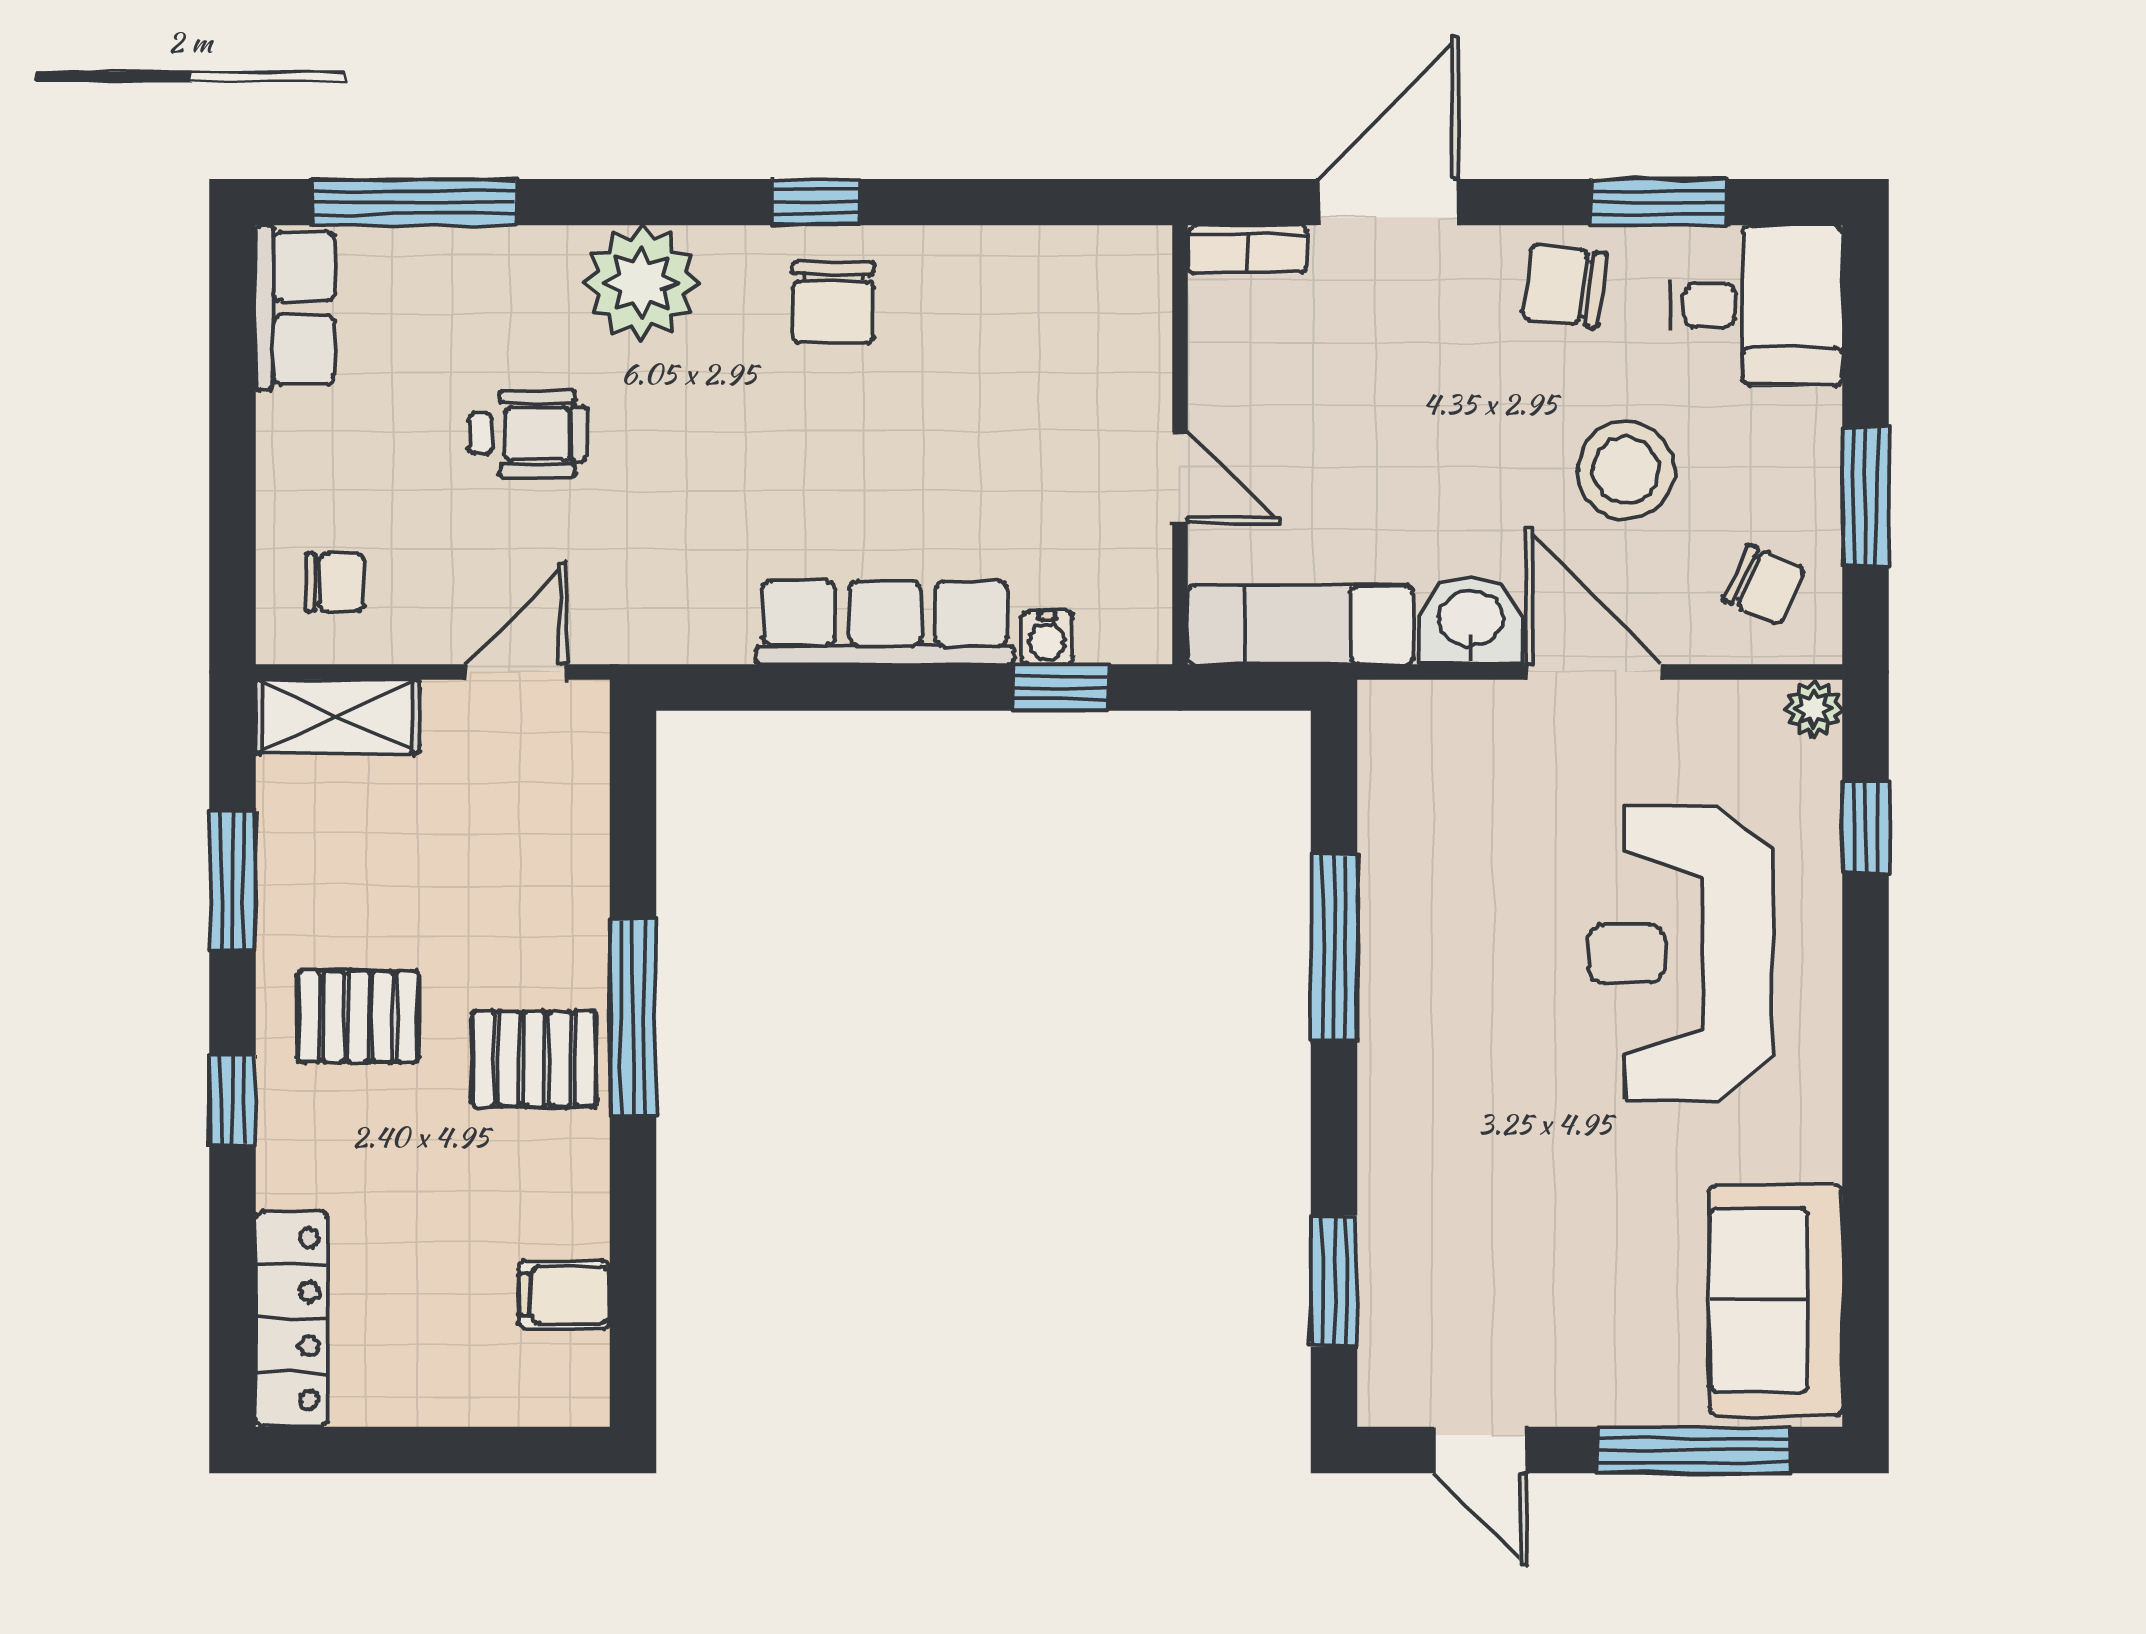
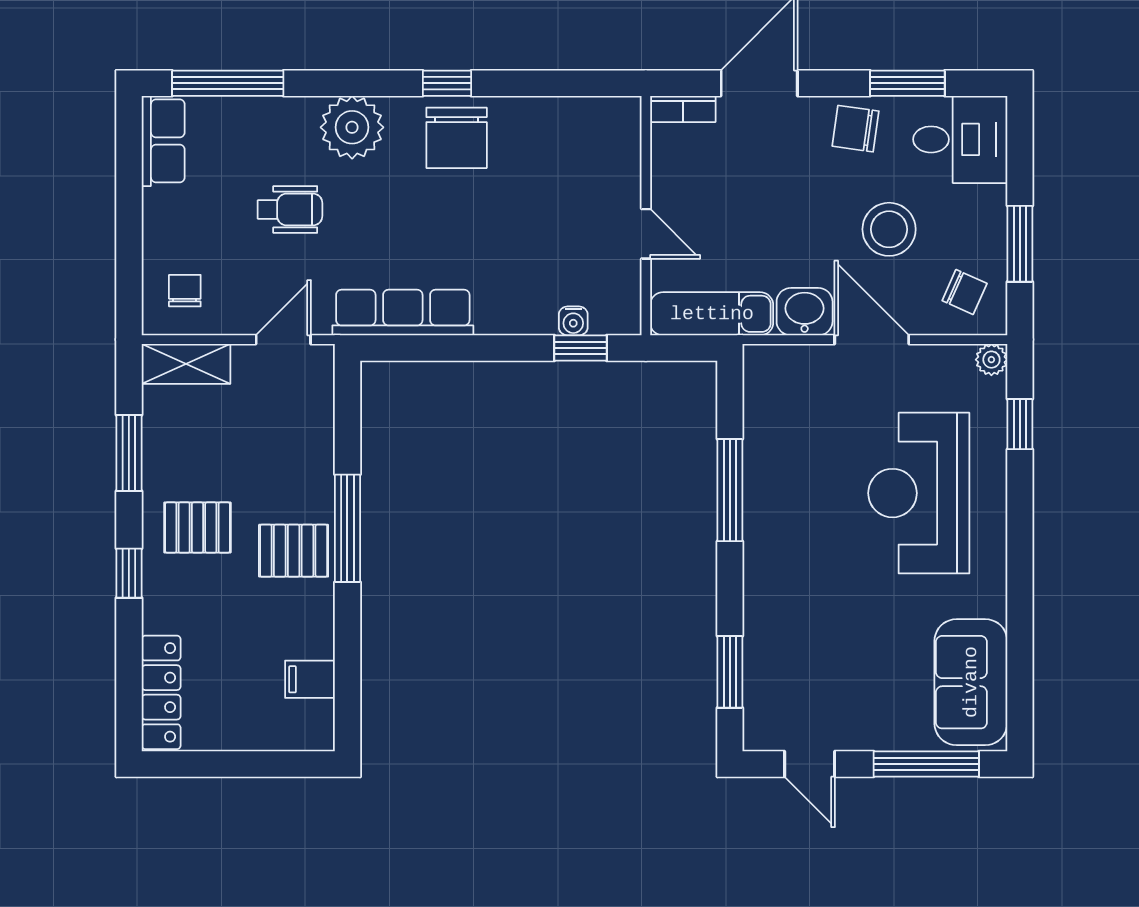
chair: (833, 302) -> (457, 138), width x1.37, depth x1.37
chair: (335, 582) -> (185, 291), turned -90
row of seats: (885, 623) -> (403, 313), moved

